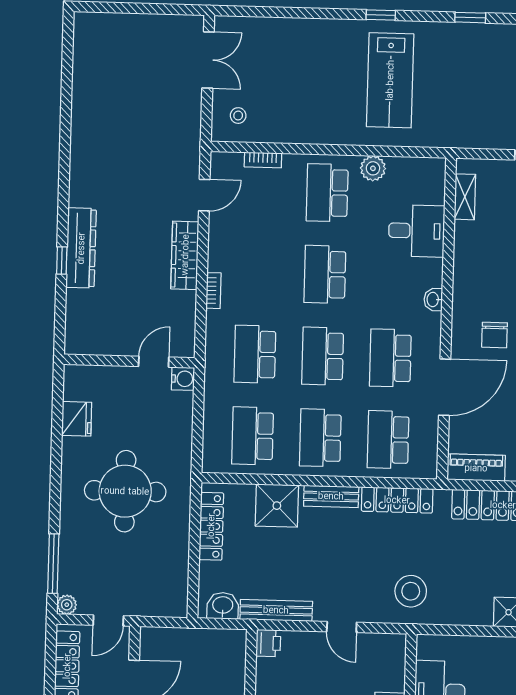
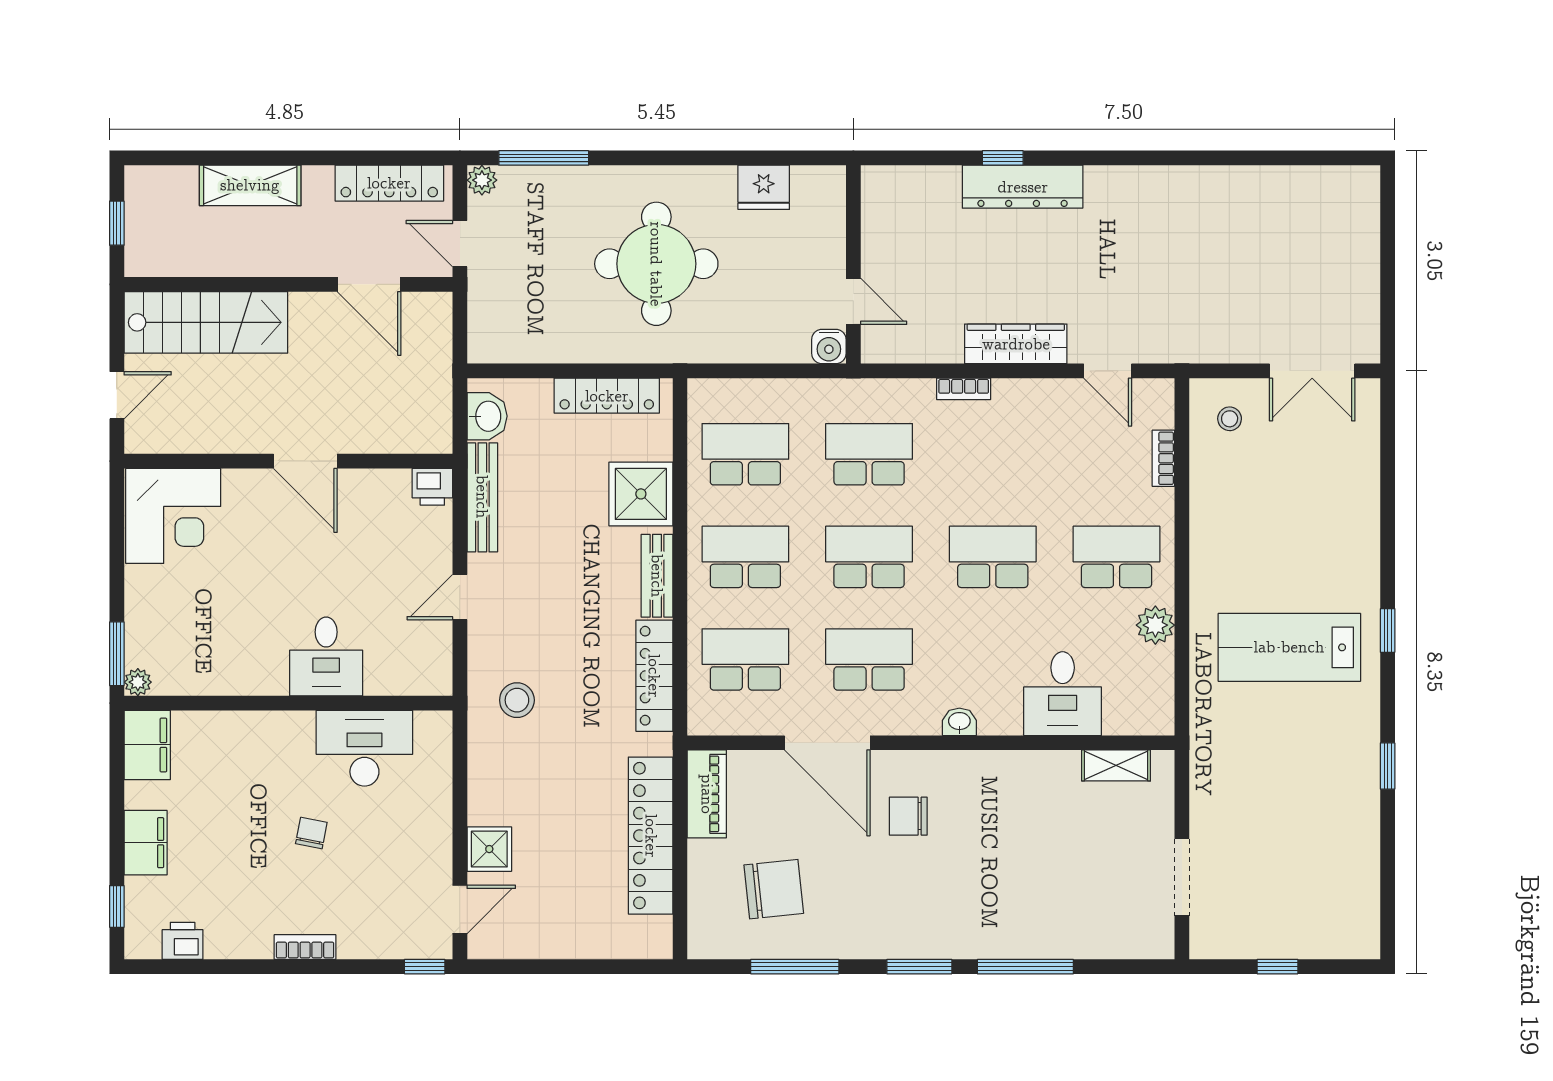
stool: (411, 591) -> (517, 700), width x0.73, depth x0.73

